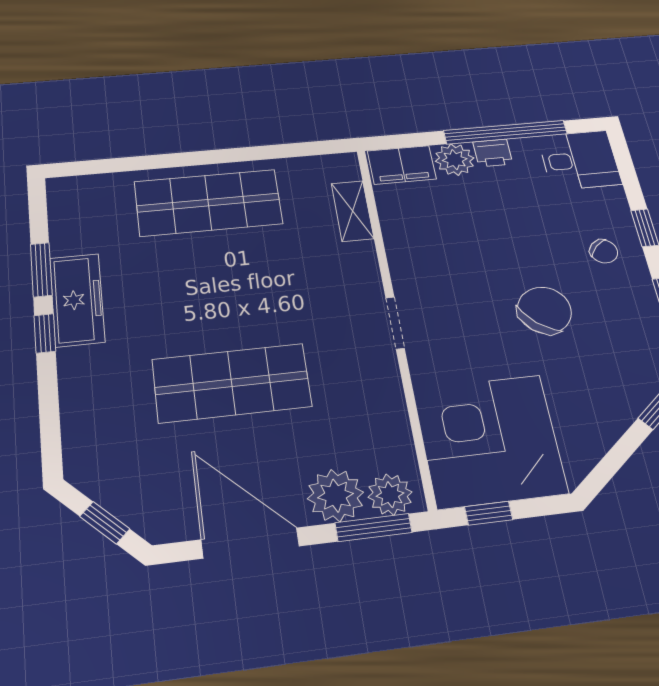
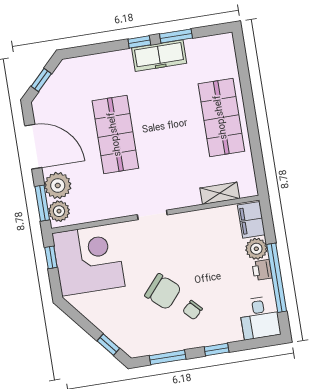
chair: (604, 251) -> (193, 310), moved
door: (250, 543) -> (33, 147), hinge flipped

